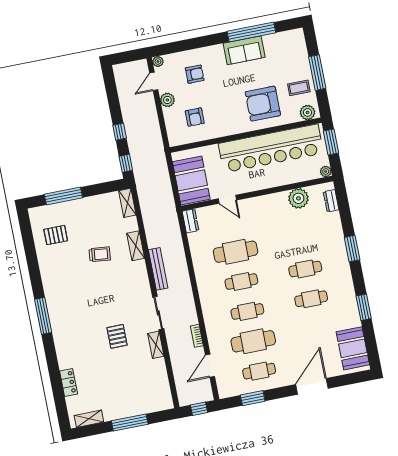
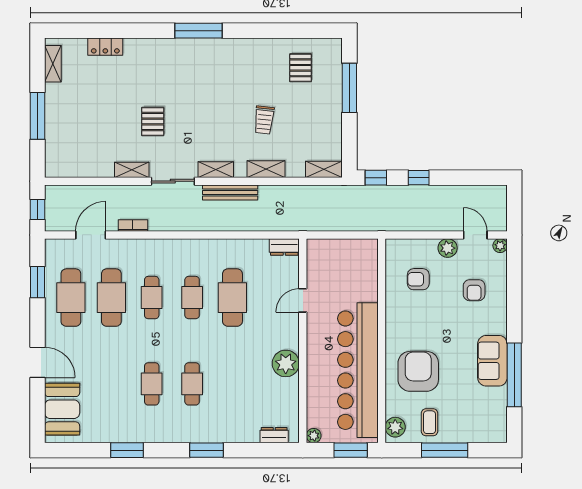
booth: (191, 180) -> (337, 258), removed
plant: (298, 198) -> (286, 363), moved
shelving: (143, 283) -> (216, 170), added
pallet: (117, 336) -> (153, 121), turned 90
booth: (353, 348) -> (62, 409), moved, turned 90
door: (210, 366) -> (91, 235), hinge flipped
cafe table: (259, 371) -> (71, 298), width x1.37, depth x1.35
door: (312, 386) -> (37, 362), width x0.73

